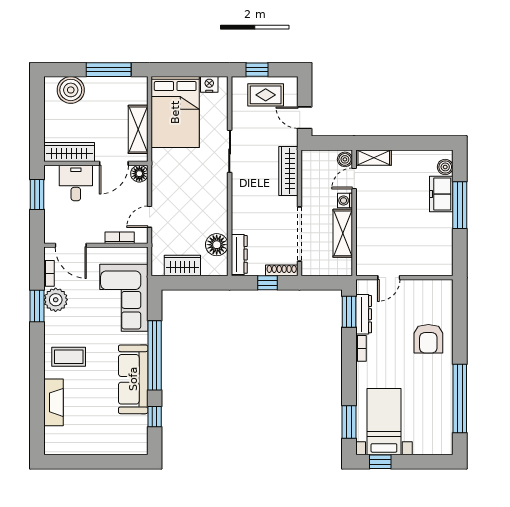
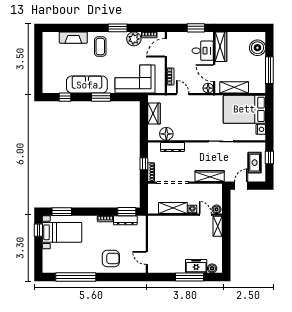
dresser: (239, 254) -> (172, 147), moved
door: (389, 278) -> (147, 258), moved
window: (37, 306) -> (118, 28), moved
armchair: (428, 339) -> (111, 258), turned 180
window: (155, 355) -> (101, 97), width x0.47

